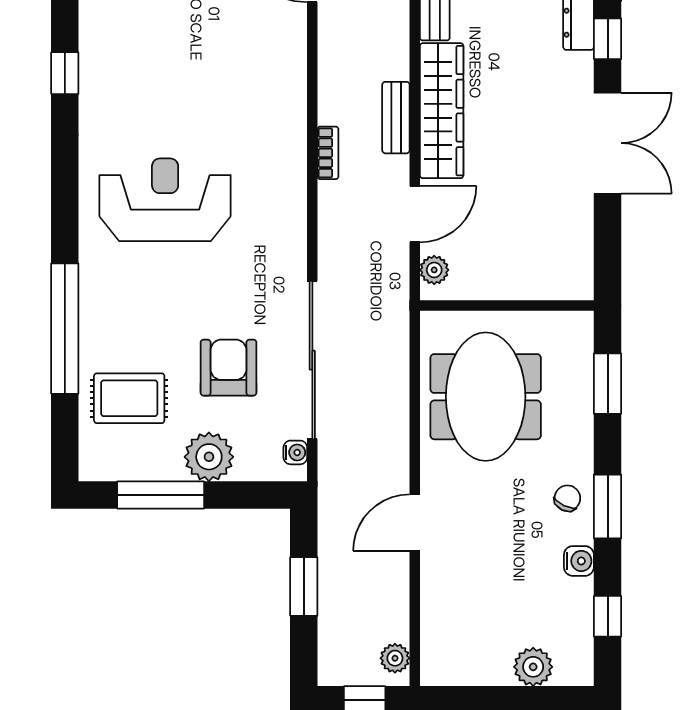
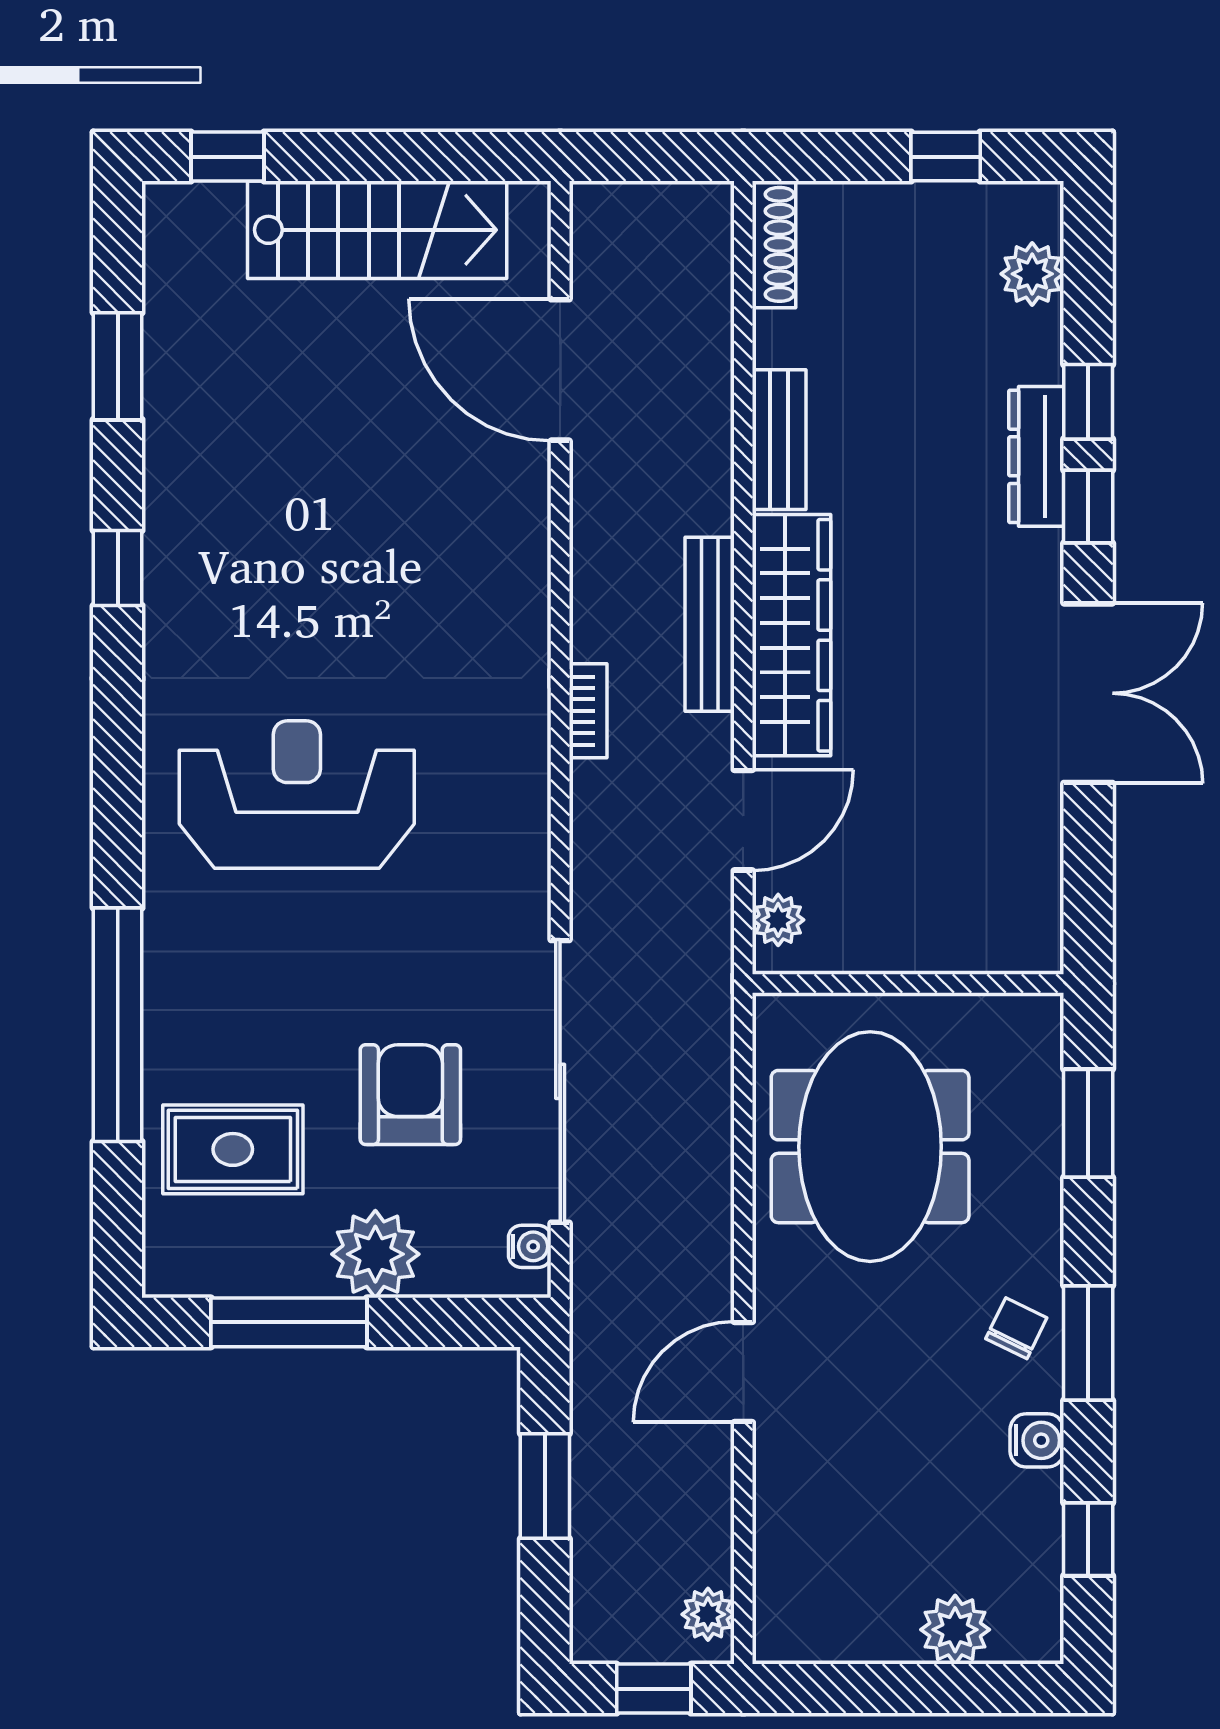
bench: (396, 118) -> (710, 624), width x1.36

